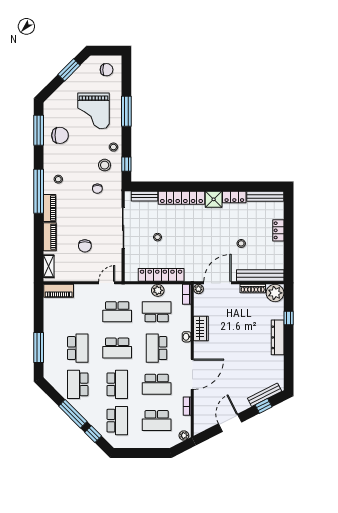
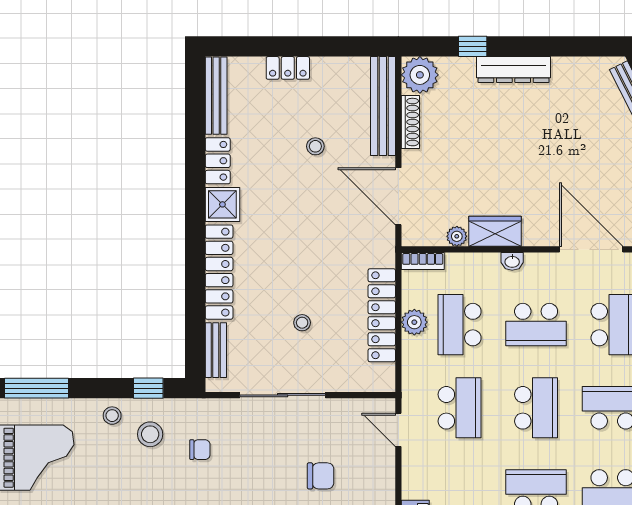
plant: (198, 289) -> (457, 236), moved

